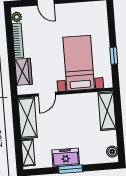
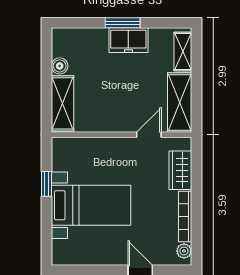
bed with nightstands: (79, 63) -> (91, 205), moved, turned -90
boiler: (112, 152) -> (60, 66), moved

